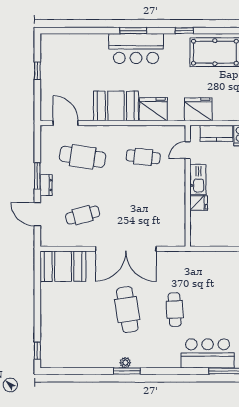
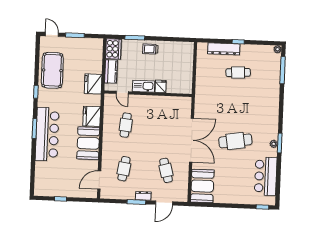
bar counter: (136, 49) -> (47, 134), width x1.36
cafe table: (83, 157) -> (124, 169), width x0.73, depth x0.74
cafe table: (175, 310) -> (238, 73), moved
bar counter: (208, 353) -> (266, 176), moved

